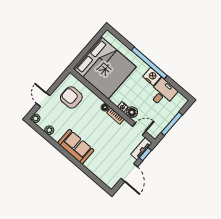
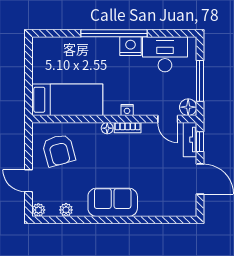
bed: (105, 68) -> (67, 100), width x0.49
desk: (163, 93) -> (165, 54), width x1.37
armchair: (71, 97) -> (59, 150), turned -105
floor lamp: (132, 112) -> (188, 107), moved
door: (139, 129) -> (168, 119), swing flipped

